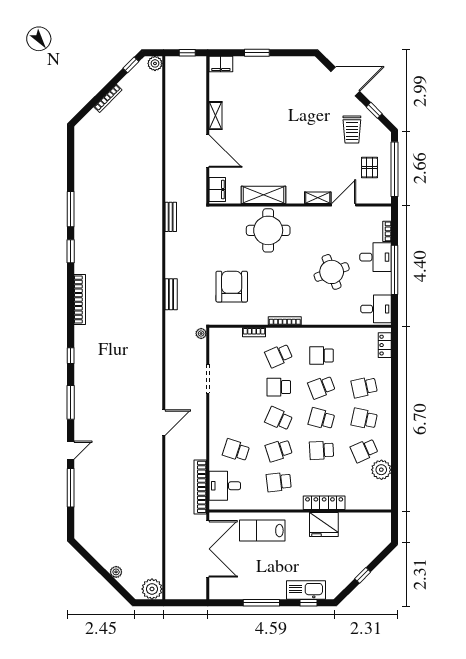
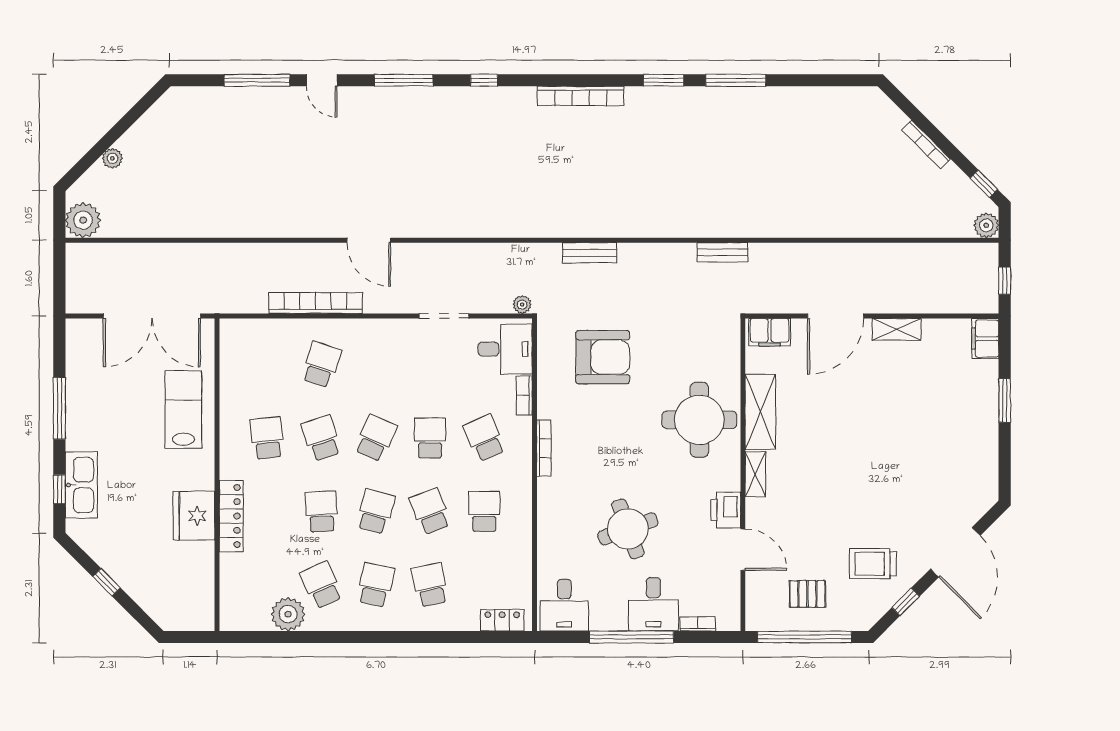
shelving: (318, 198) -> (755, 474), moved
printer: (321, 215) -> (726, 510), added
desk: (225, 486) -> (505, 349), moved, turned 90
bookcase: (200, 487) -> (315, 303), moved

